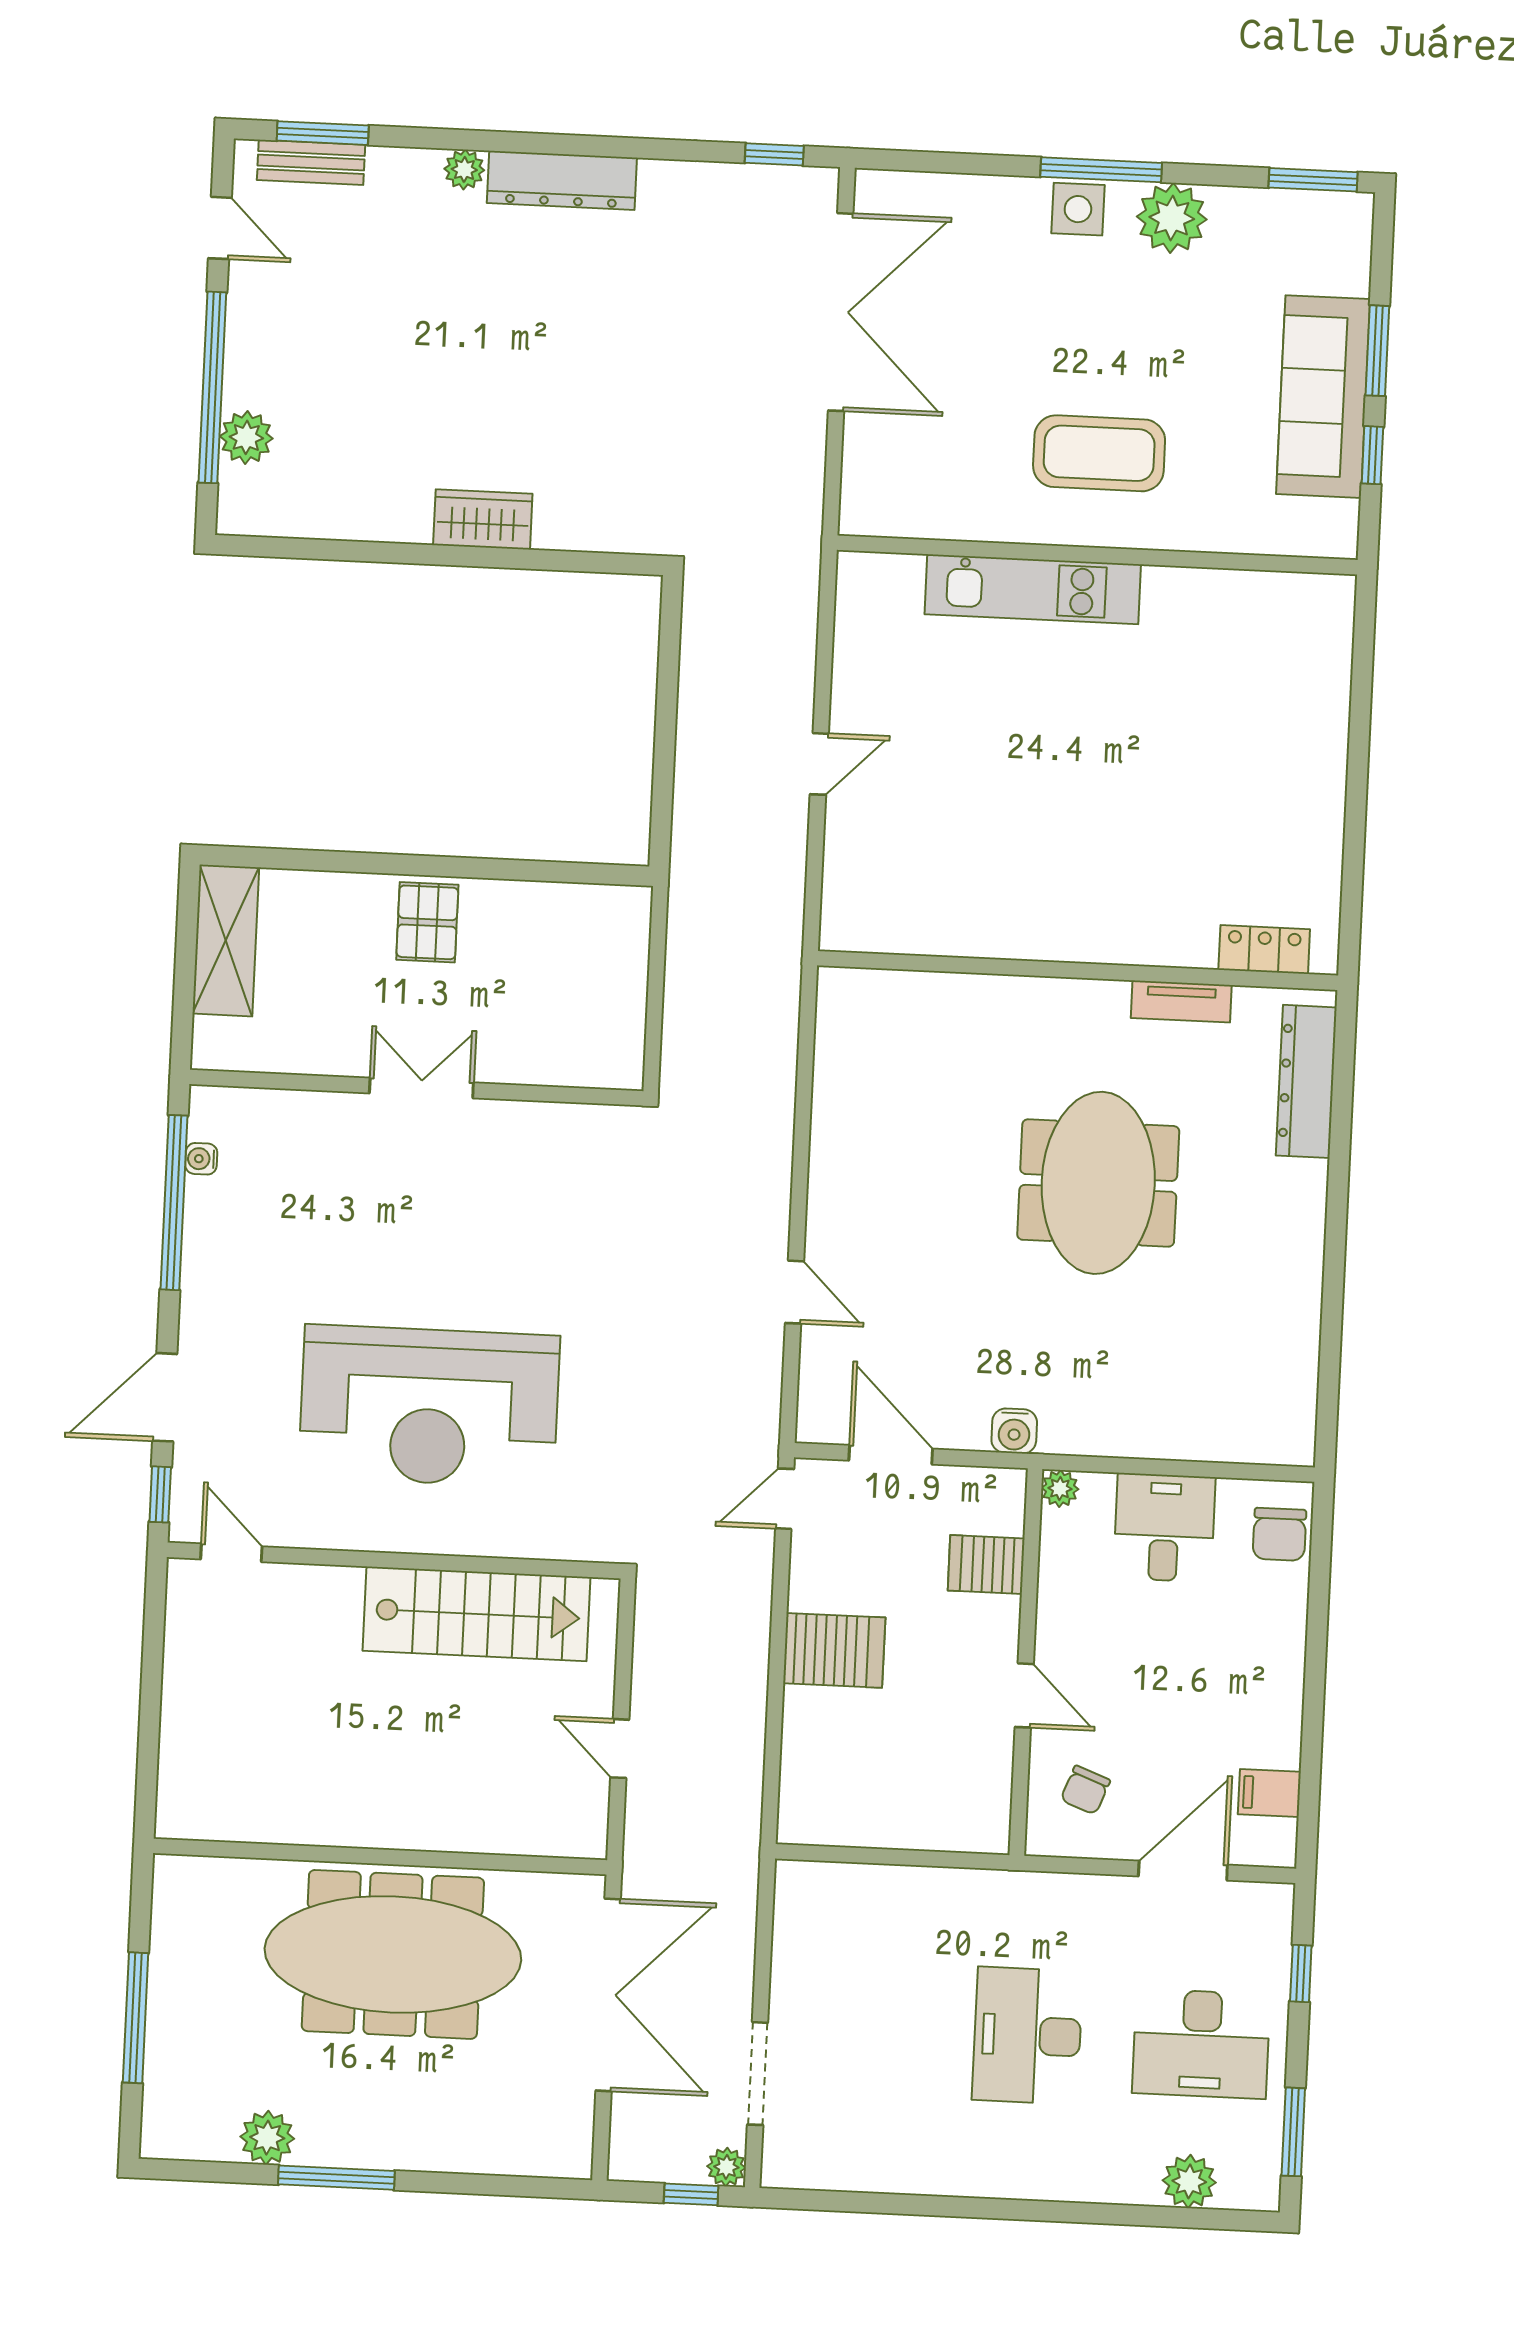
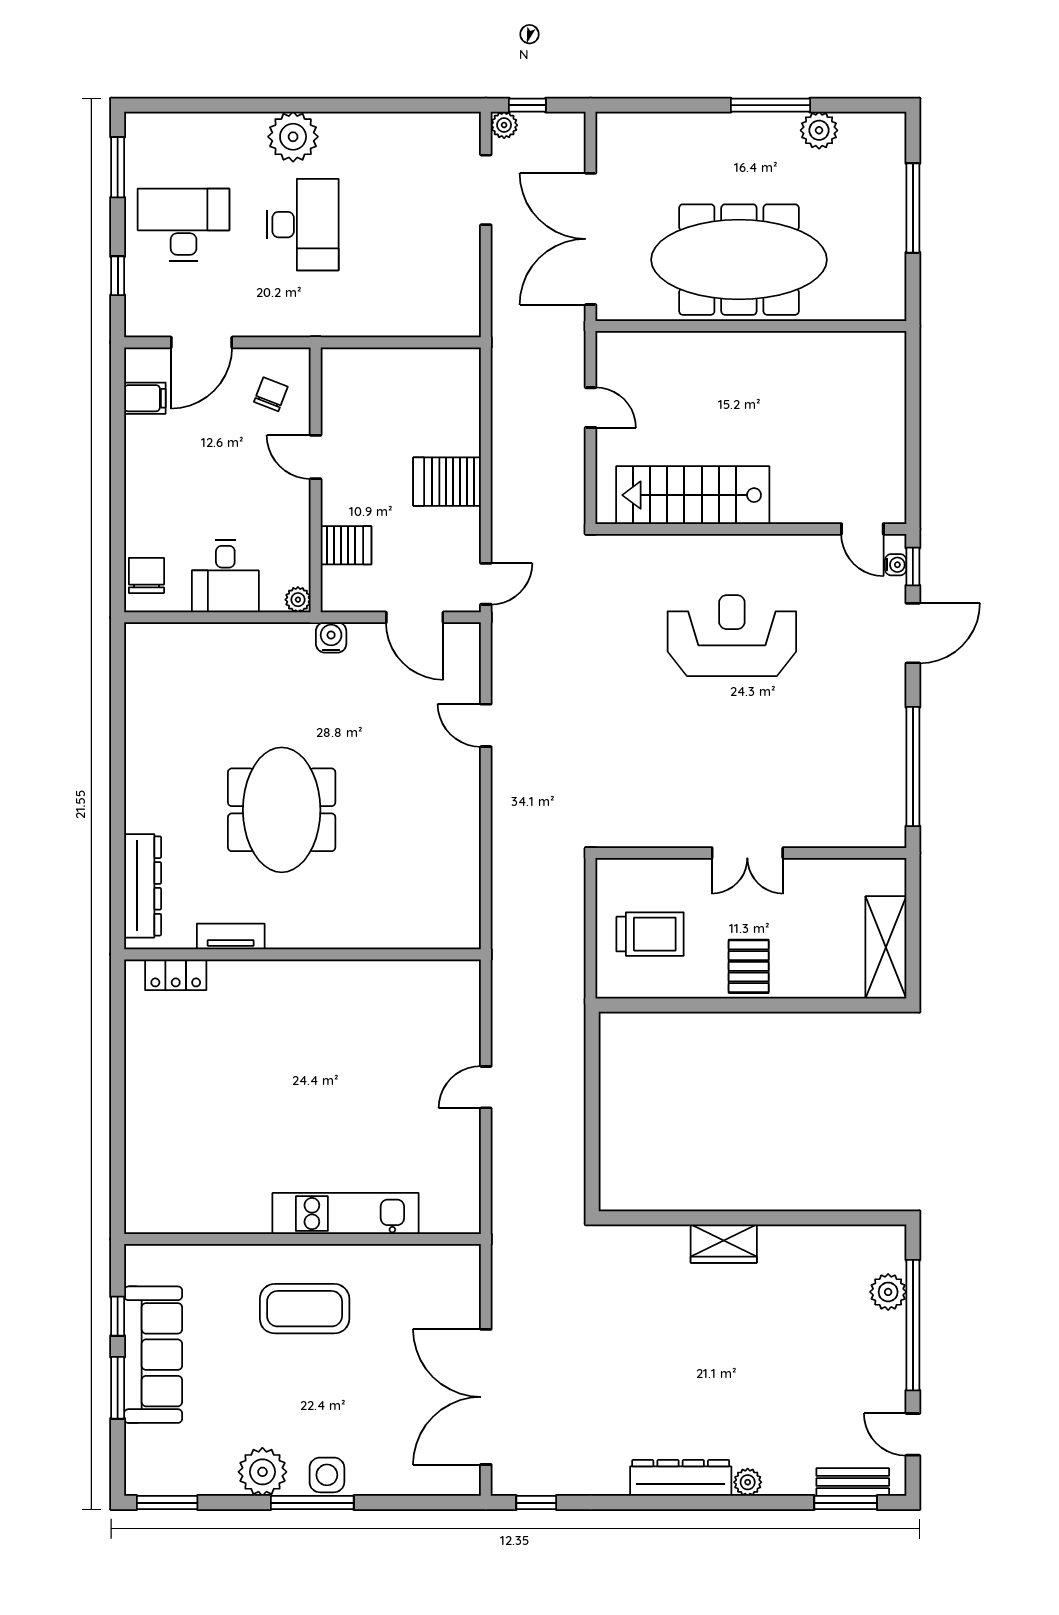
trolley: (569, 976) -> (650, 934), added
water cooler: (201, 1159) -> (896, 565), moved
reception desk: (429, 1406) -> (732, 636), width x0.74, depth x0.77
plant: (1189, 2181) -> (293, 137), moved, width x1.36, depth x1.36

